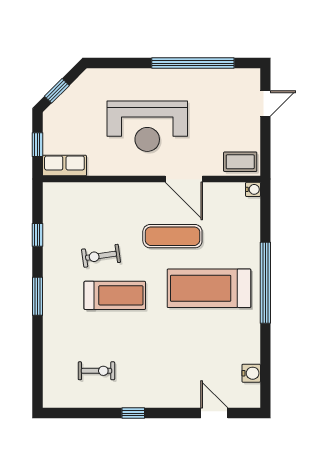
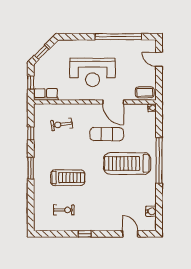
door: (265, 104) -> (159, 59), swing flipped
exercise bike: (101, 256) -> (61, 124), moved
treadmill: (115, 295) -> (68, 178), moved

